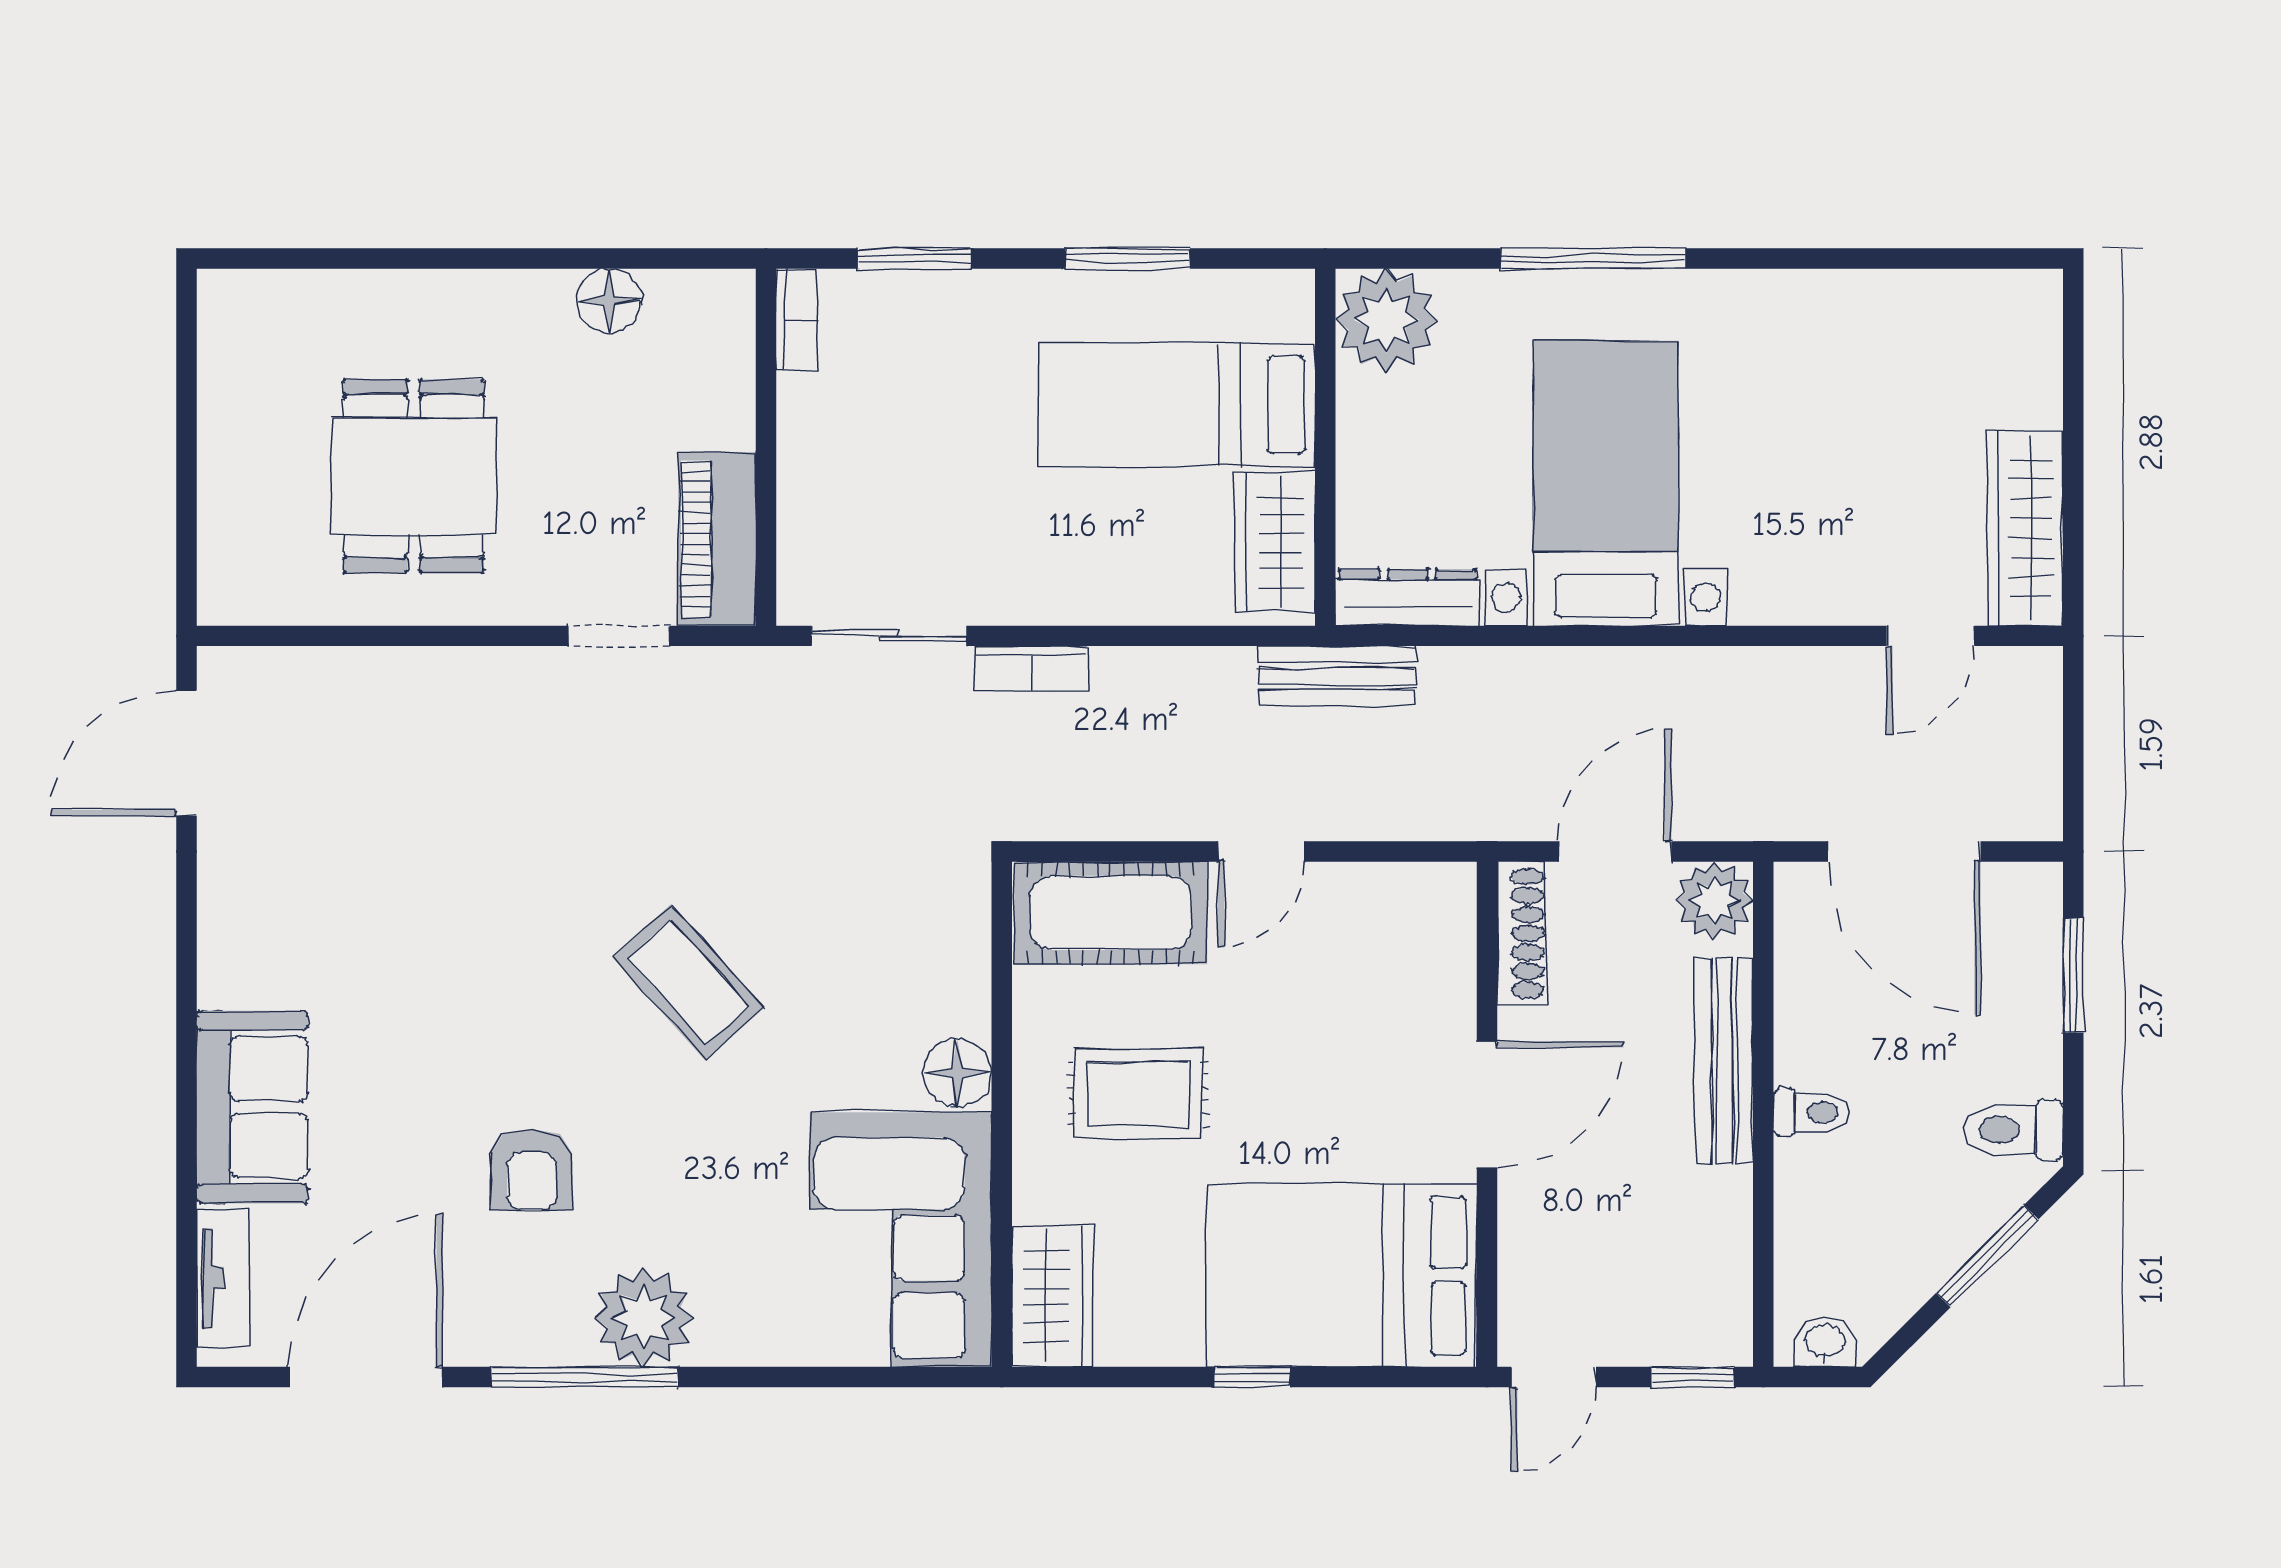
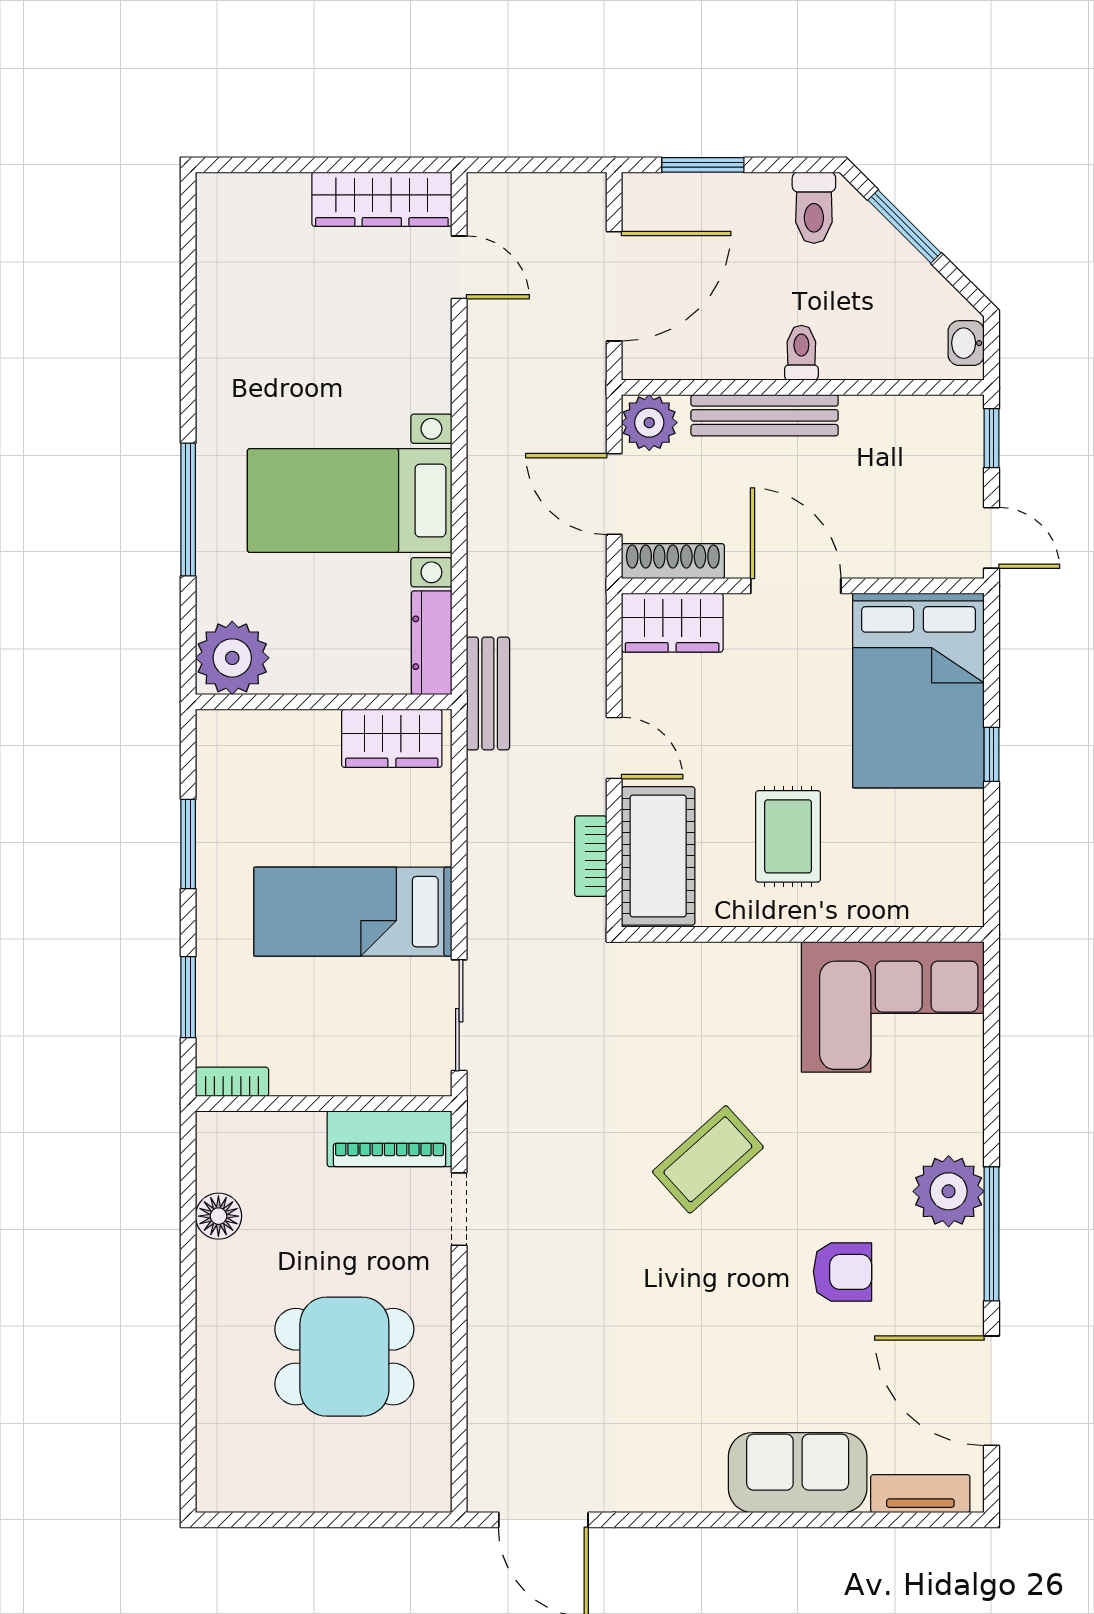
bed: (1177, 405) -> (353, 912), moved, turned 90
bookcase: (1032, 668) -> (591, 856), moved, turned 180
floor lamp: (957, 1073) -> (773, 966), removed
wardrobe: (1053, 1296) -> (672, 623), moved, turned 180

